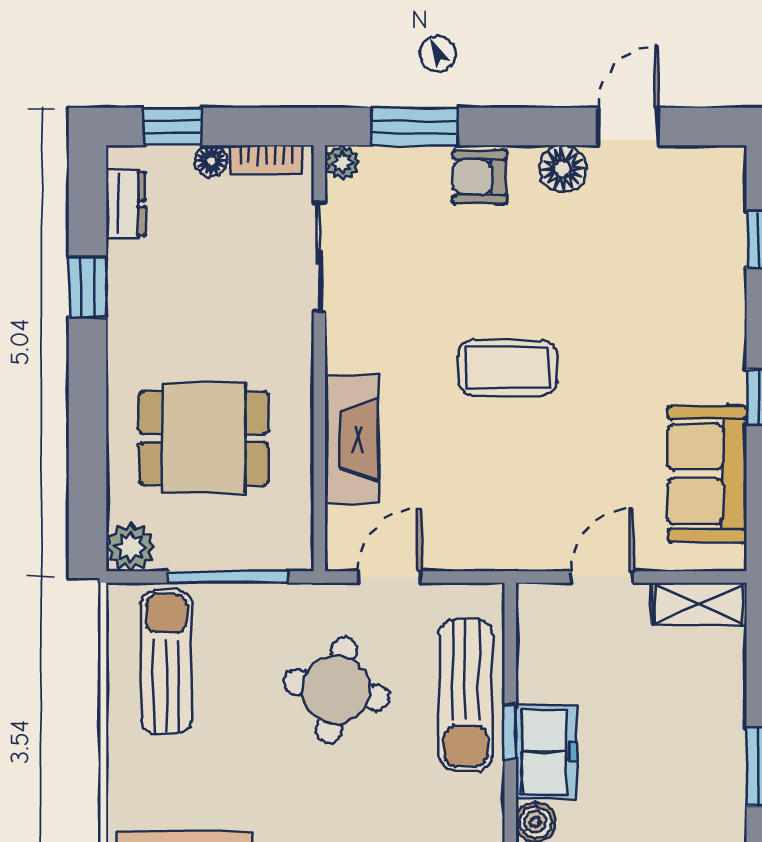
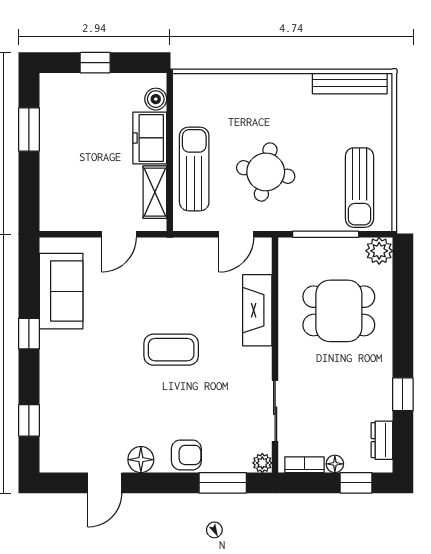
shelving: (699, 604) -> (155, 192), moved, turned 90
window: (510, 732) -> (170, 148), removed

